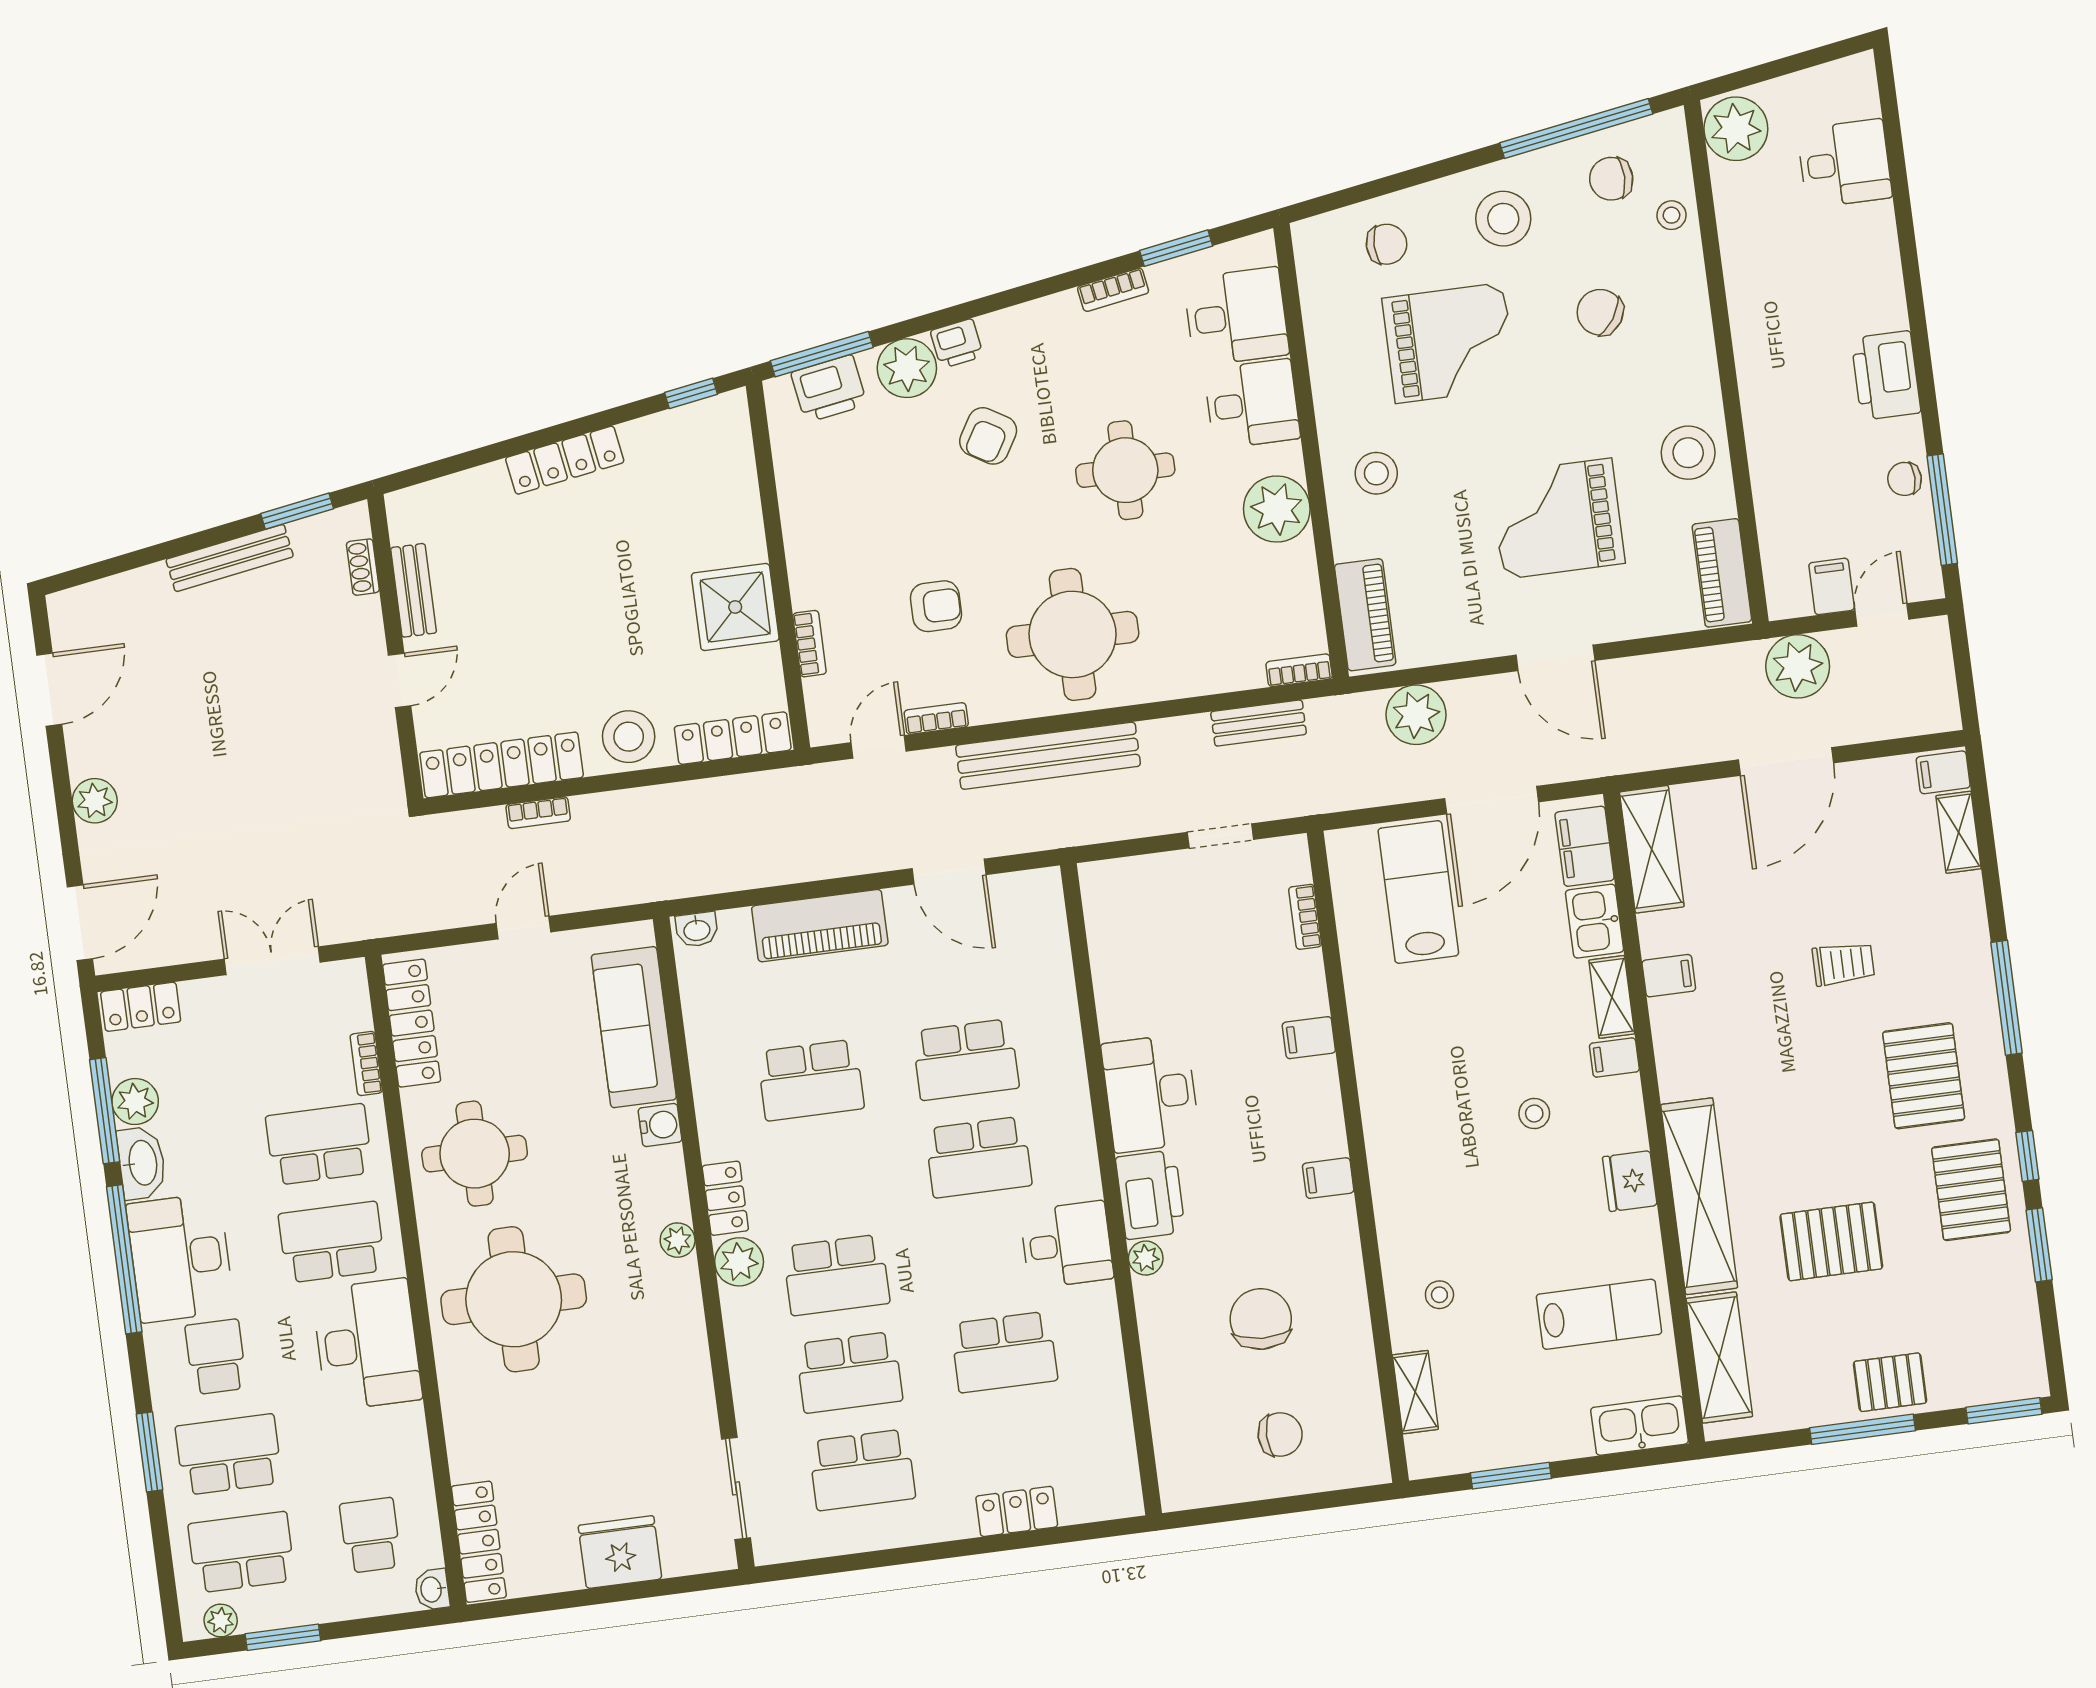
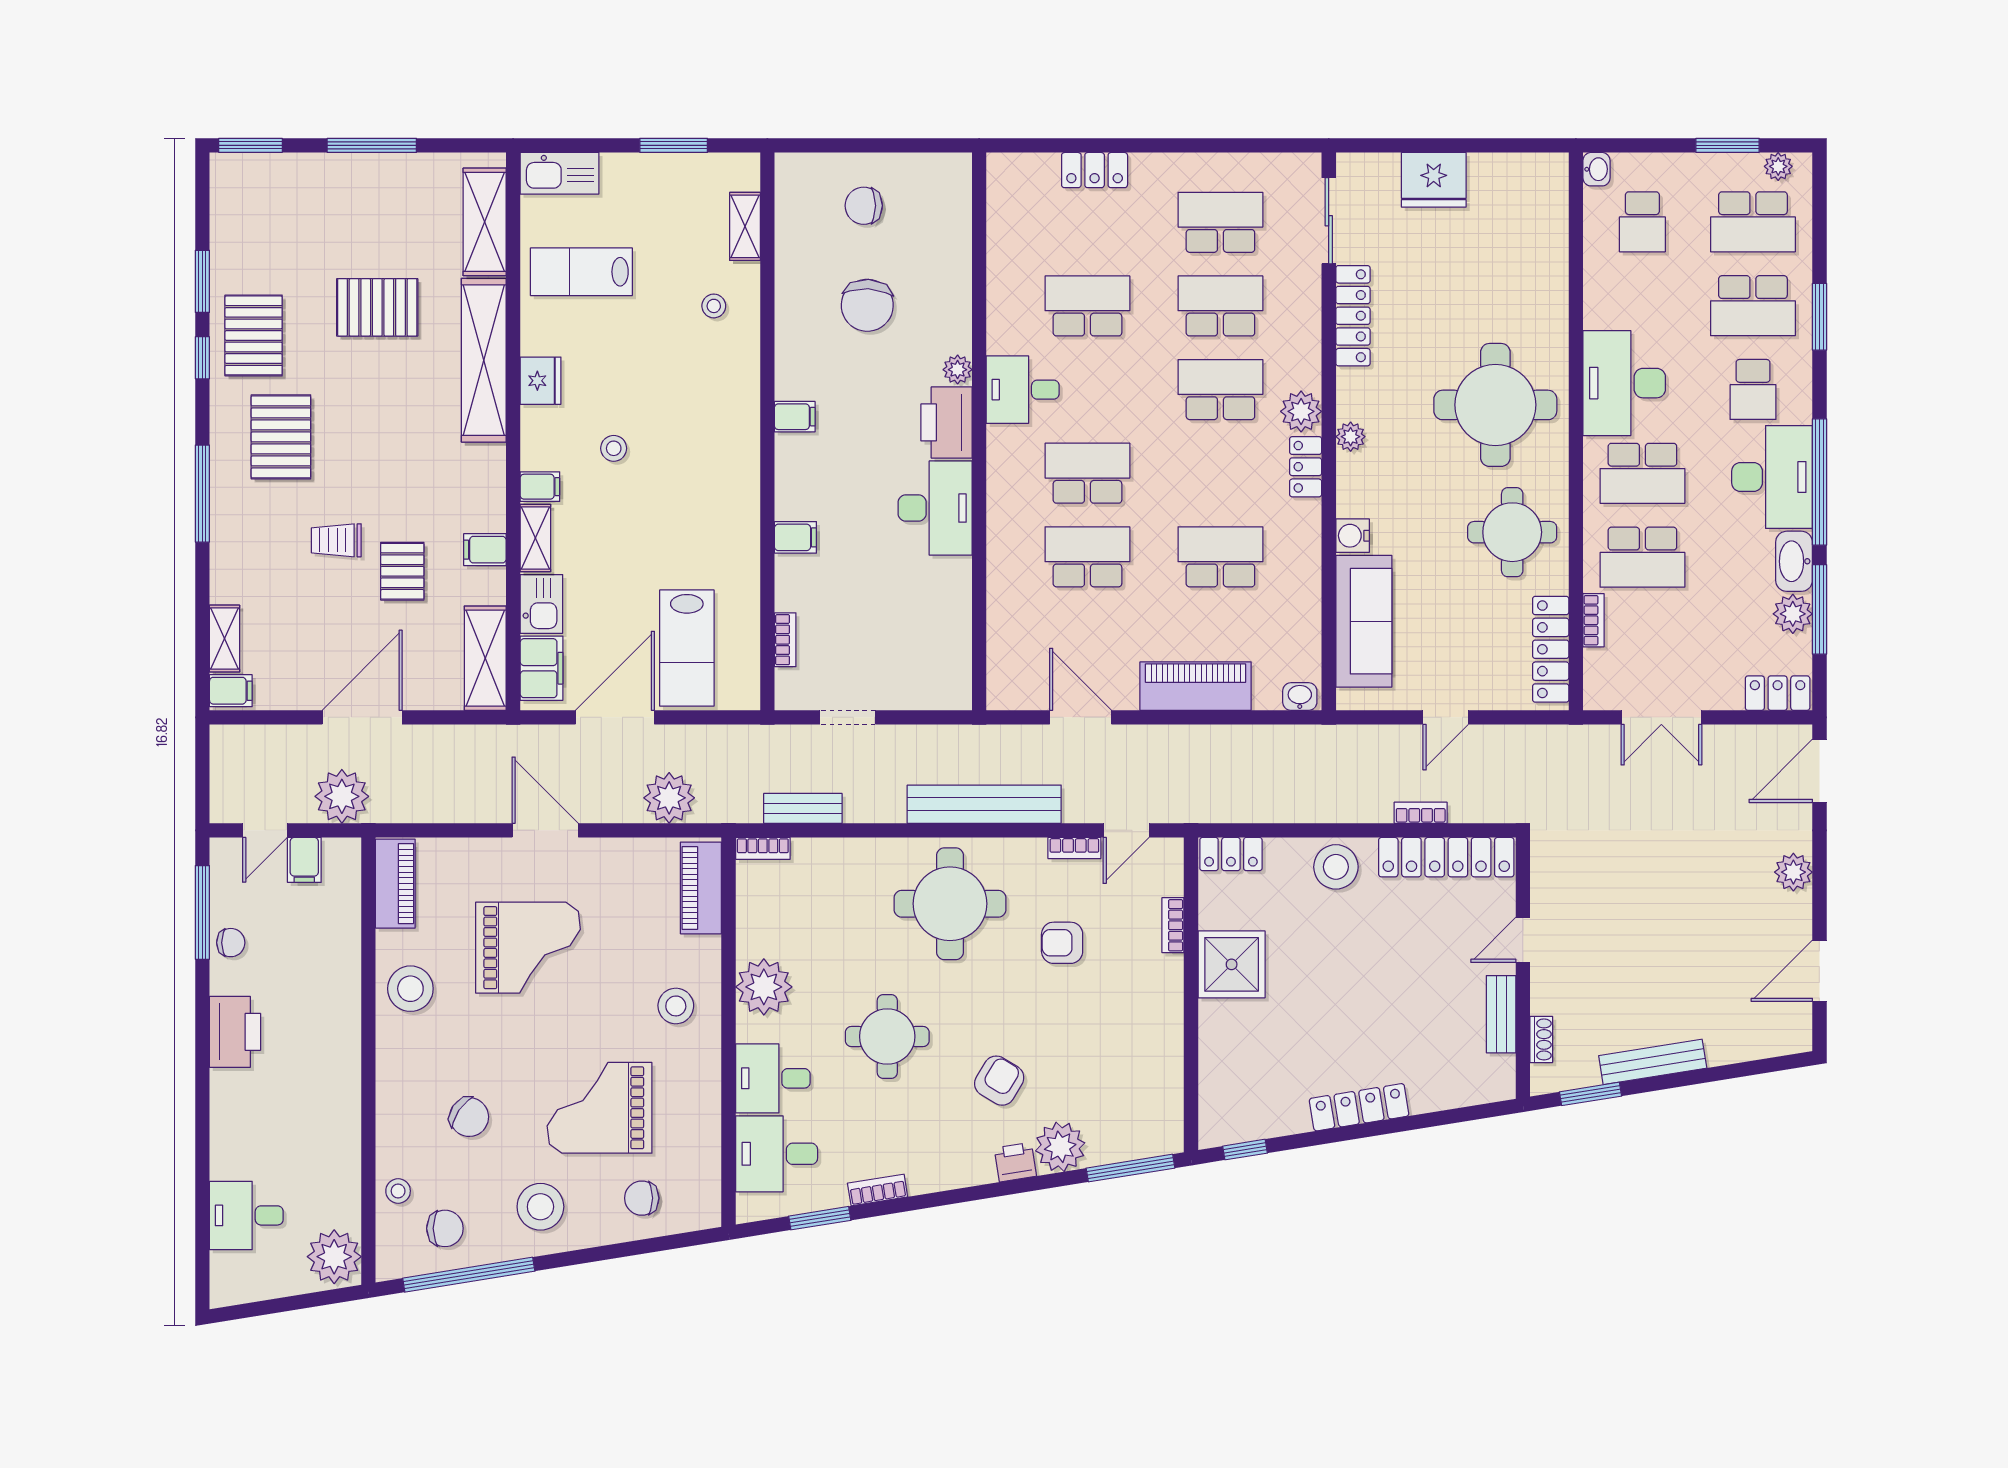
printer: (829, 389) -> (1128, 1138), removed
locker: (733, 738) -> (1231, 854), width x0.66
pallet: (1890, 1382) -> (402, 571), moved, turned 90
locker: (479, 1542) -> (1353, 316), moved, turned 180

